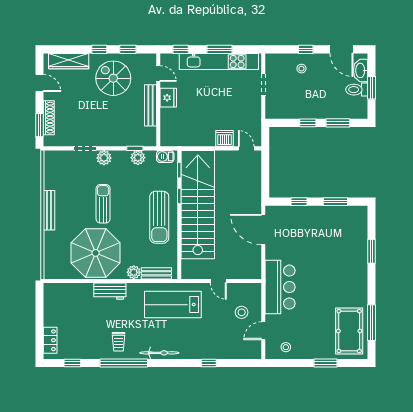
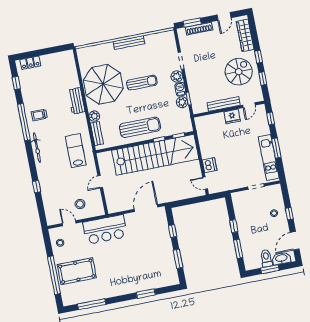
kitchen unit: (219, 61) -> (269, 157), width x0.73
door: (246, 148) -> (205, 183), swing flipped
barbecue: (165, 157) -> (180, 89), moved
sun lounger: (159, 217) -> (140, 127), turned 180
lab bench: (173, 305) -> (76, 151), width x0.73, depth x0.72
pool table: (349, 331) -> (77, 271), moved
window: (325, 363) -> (54, 275), width x2.11

